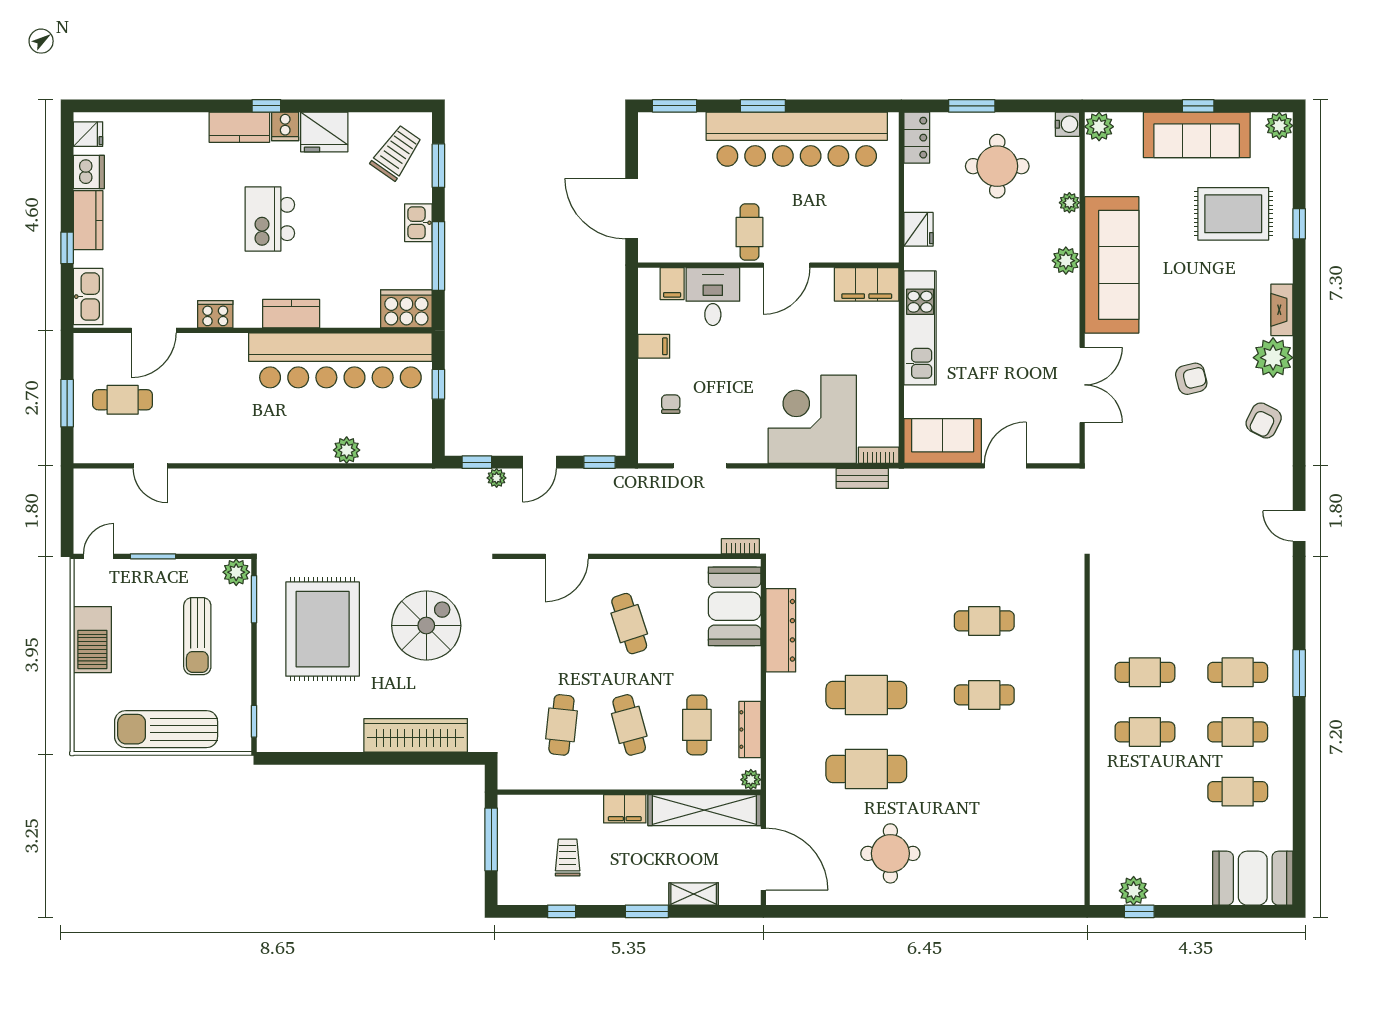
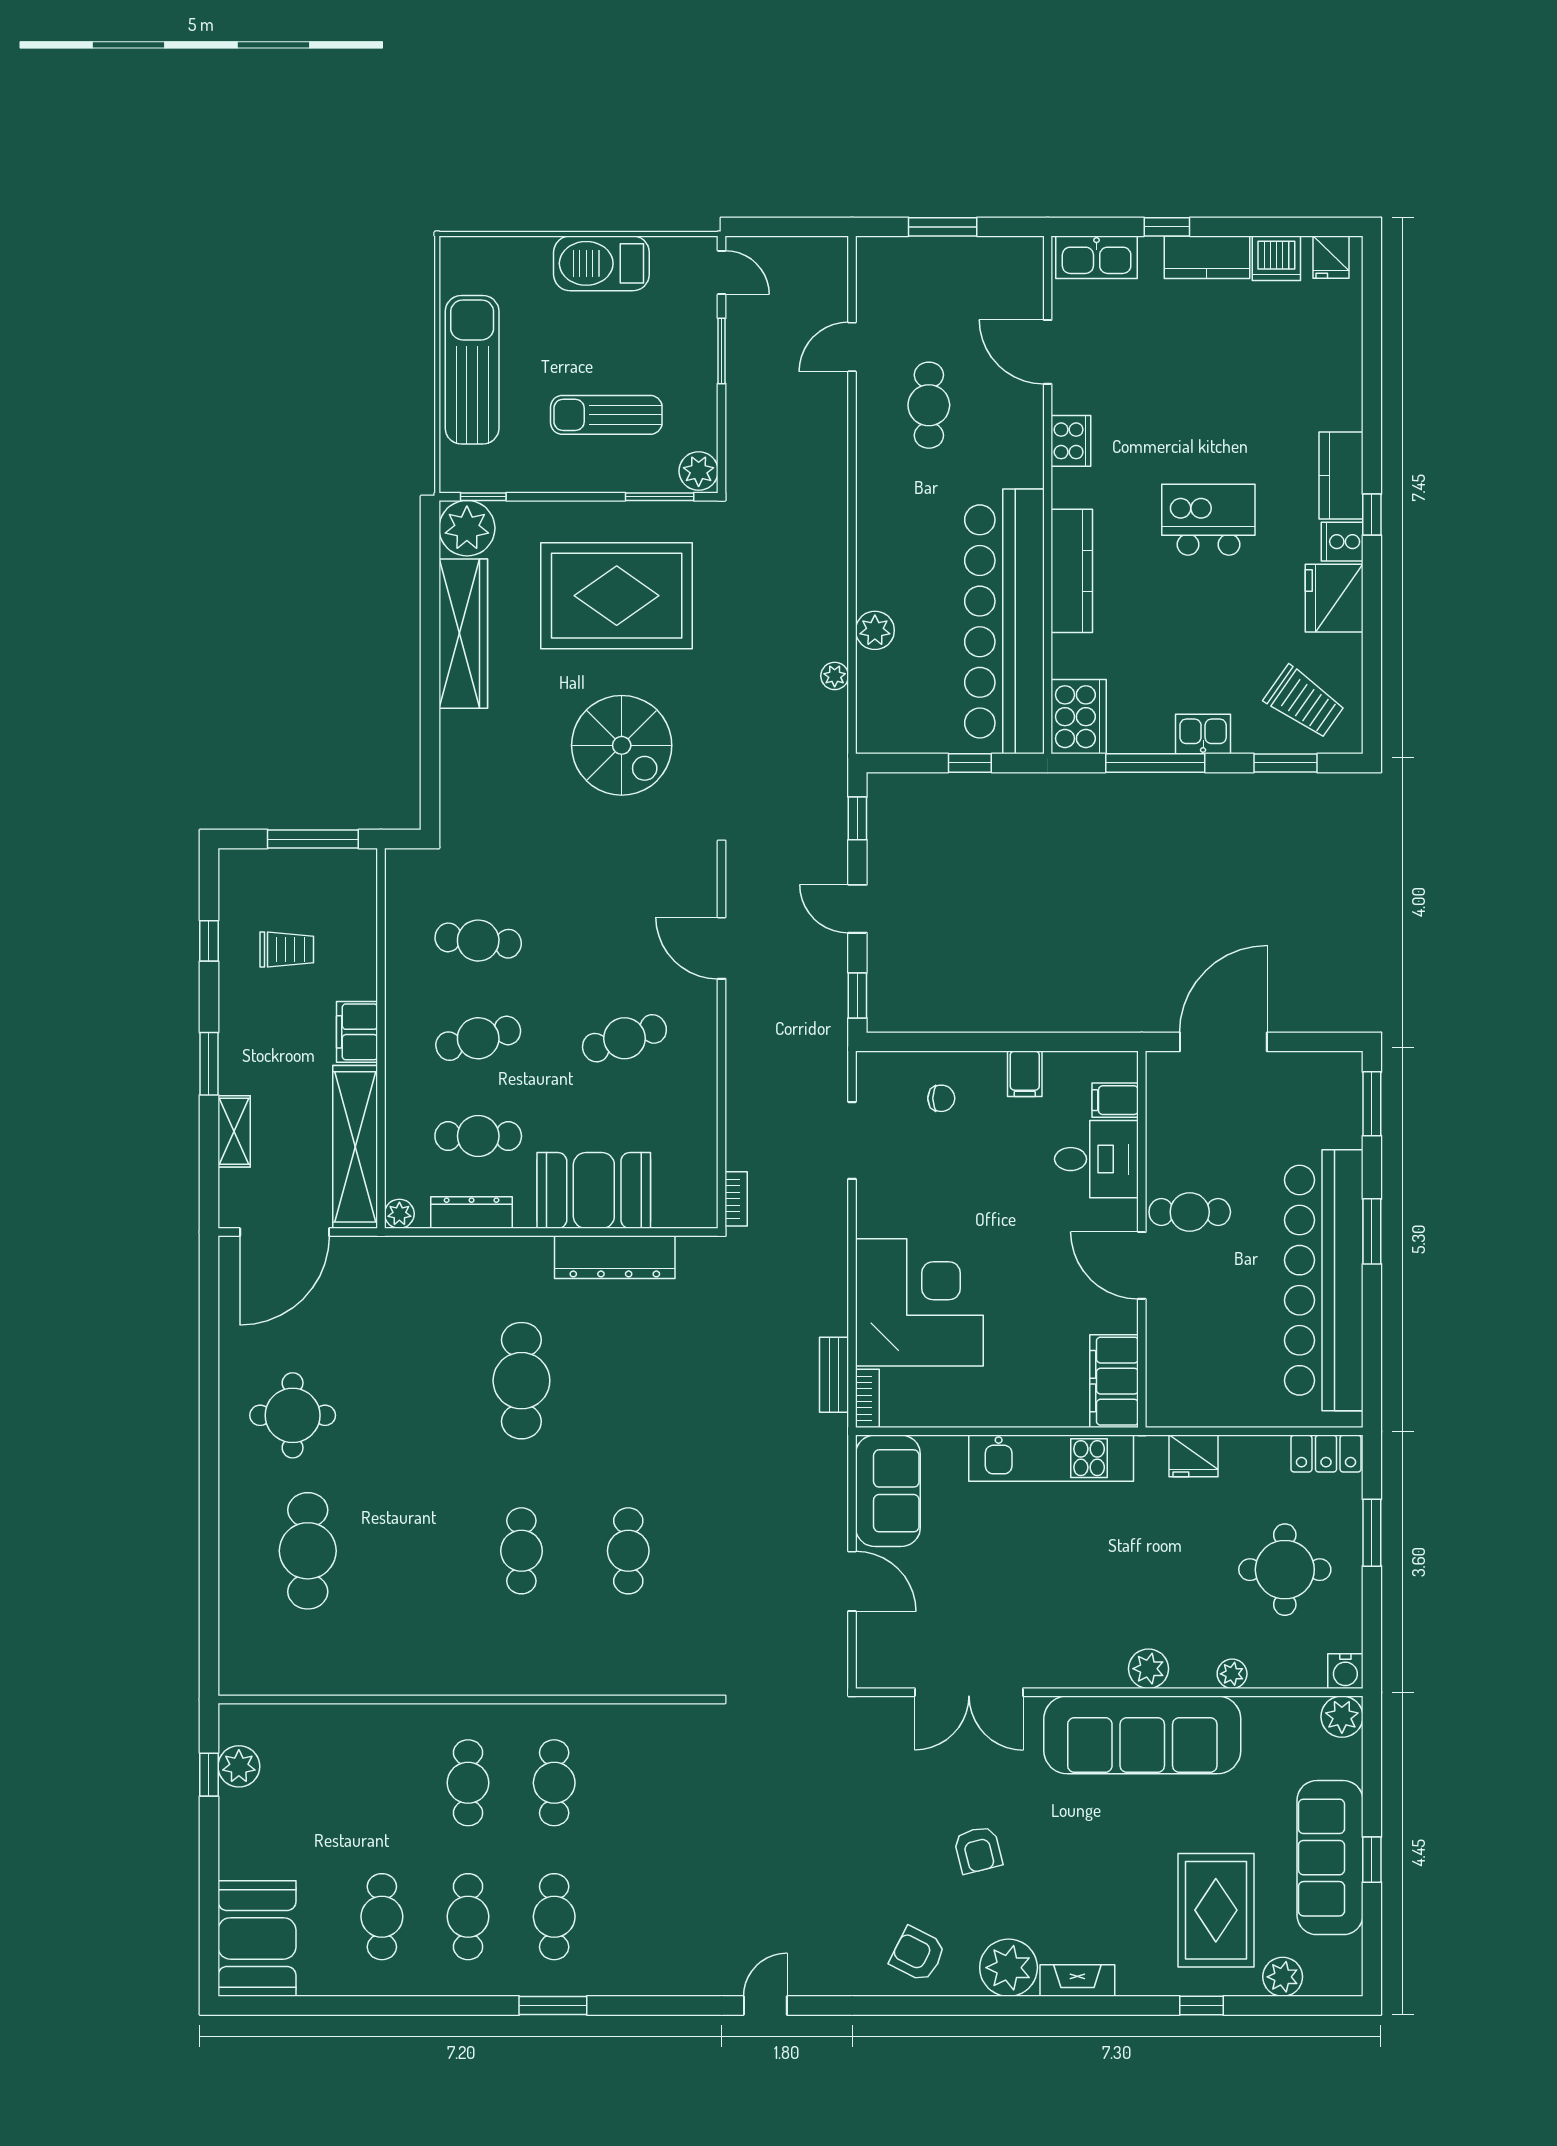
plant: (1279, 126) -> (1283, 1977), moved
kitchen counter: (291, 314) -> (1072, 571), width x1.50
cafe table: (123, 400) -> (929, 405), moved
plant: (497, 478) -> (835, 676), moved
booth: (735, 606) -> (594, 1190), moved
plant: (276, 733) -> (467, 528), added
wardrobe: (416, 735) -> (463, 634), moved
cafe table: (866, 769) -> (308, 1551), moved

